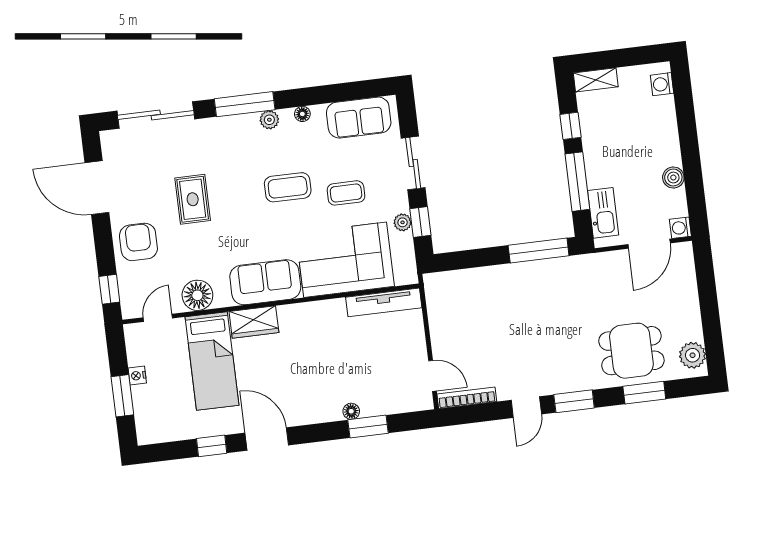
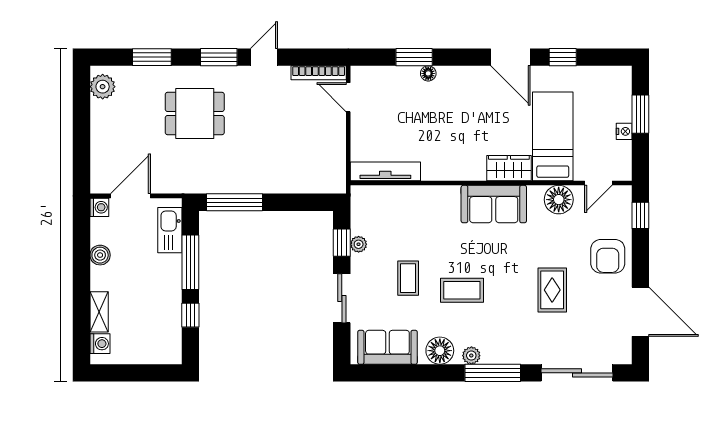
shelving: (596, 80) -> (99, 312), moved, turned 90
floor lamp: (302, 114) -> (440, 351), width x1.89, depth x1.89
coffee table: (346, 193) -> (408, 278), turned 90
corner sofa: (345, 260) -> (417, 216), removed
dining table: (631, 351) -> (195, 114), moved

